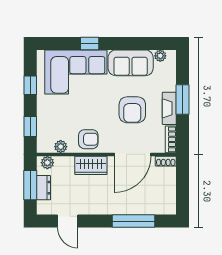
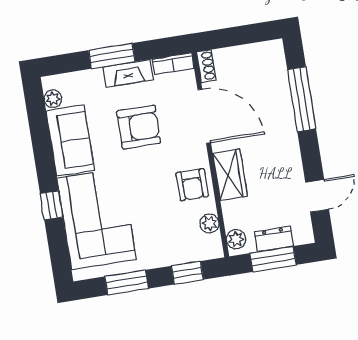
window: (30, 85) -> (127, 282), width x1.50
armchair: (88, 139) -> (192, 185), turned 180

